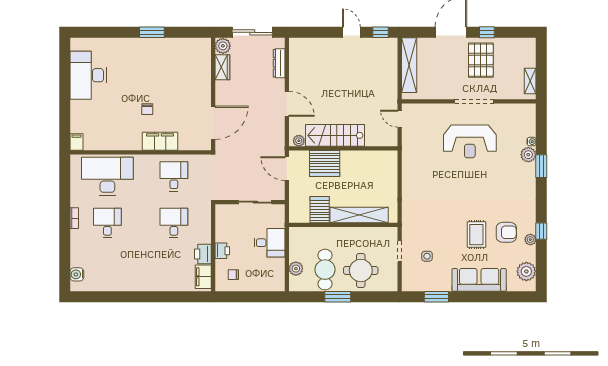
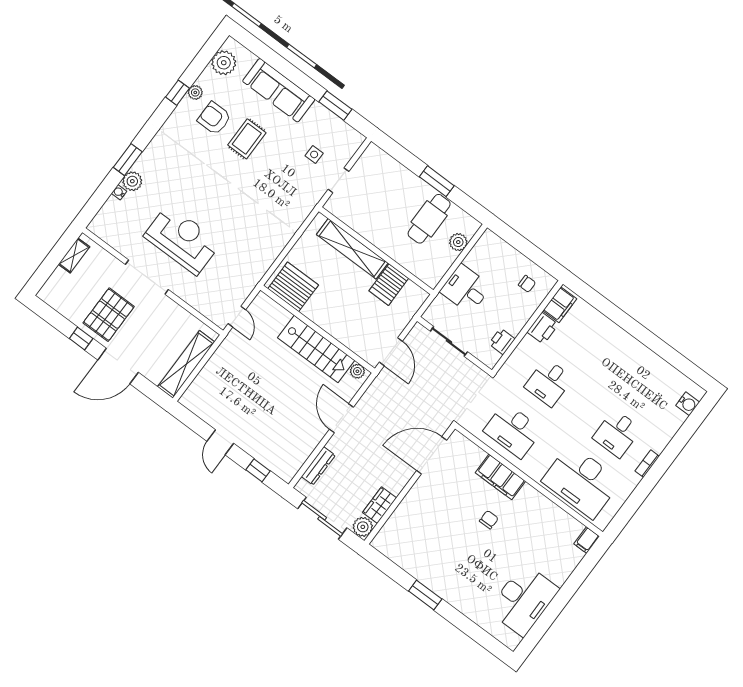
window: (380, 32) -> (258, 470), moved
server rack: (325, 164) -> (293, 287), moved
desk: (174, 176) -> (513, 430), width x1.37
printer: (222, 251) -> (502, 341), moved
round table: (361, 270) -> (393, 191), removed

